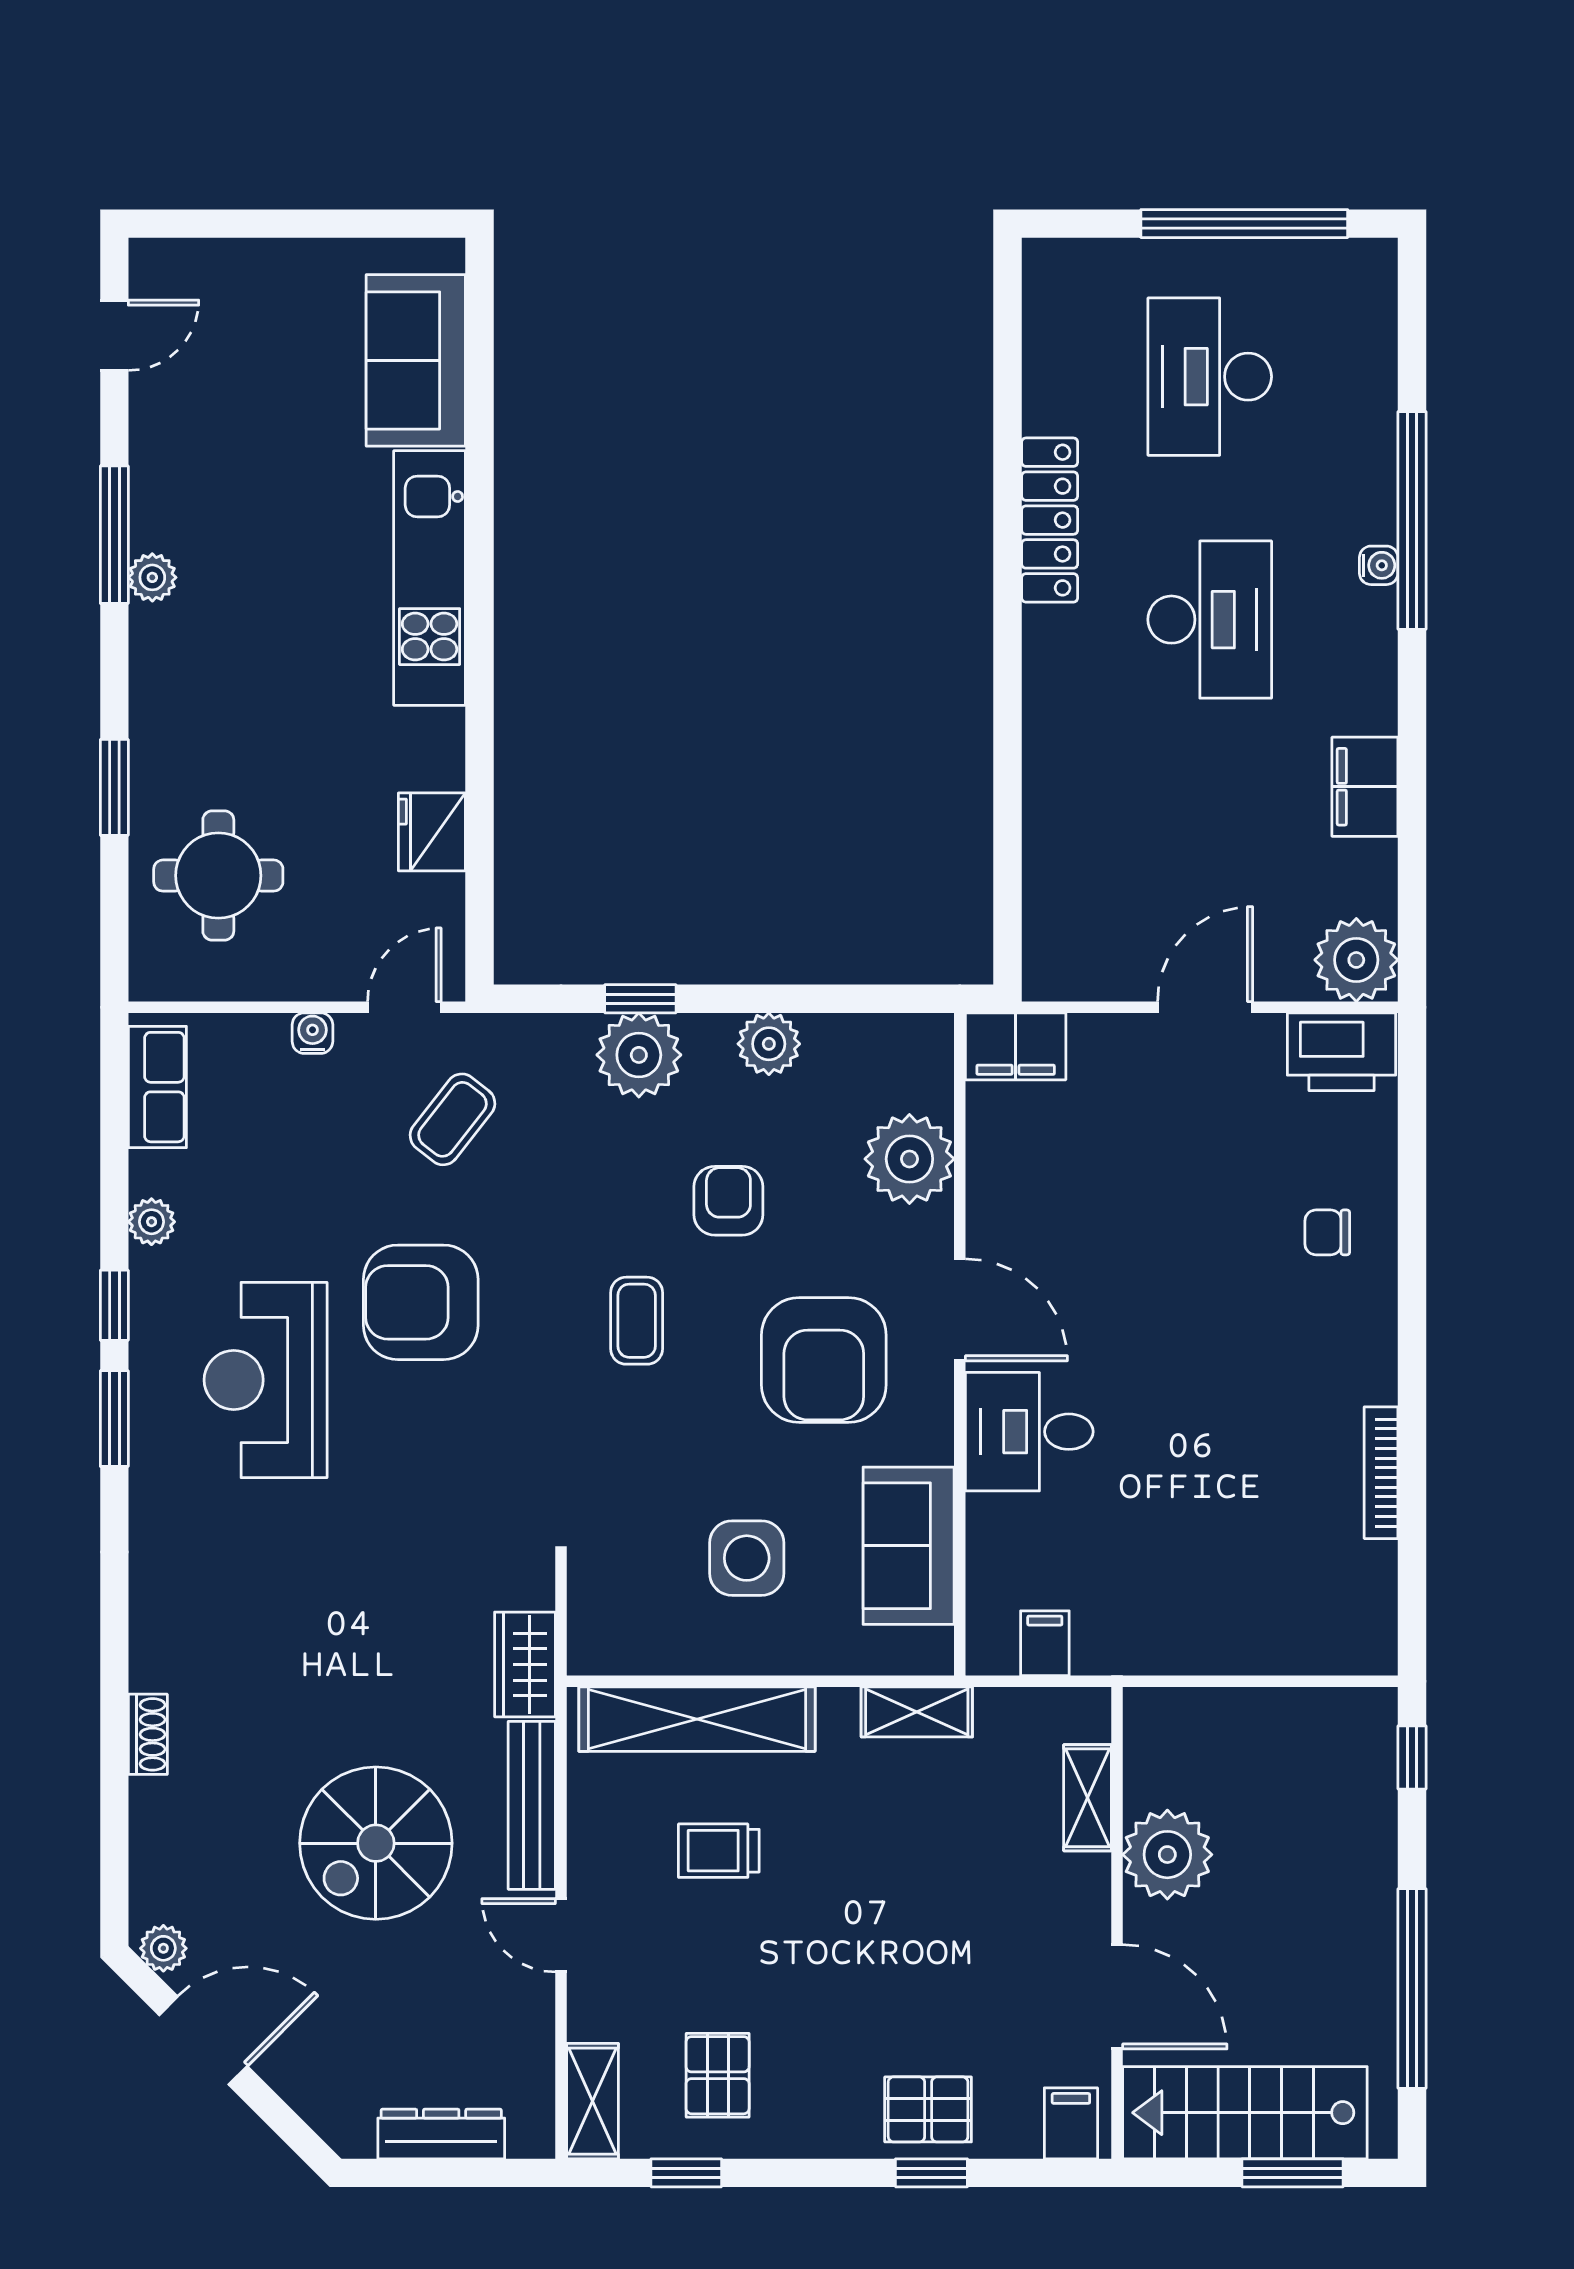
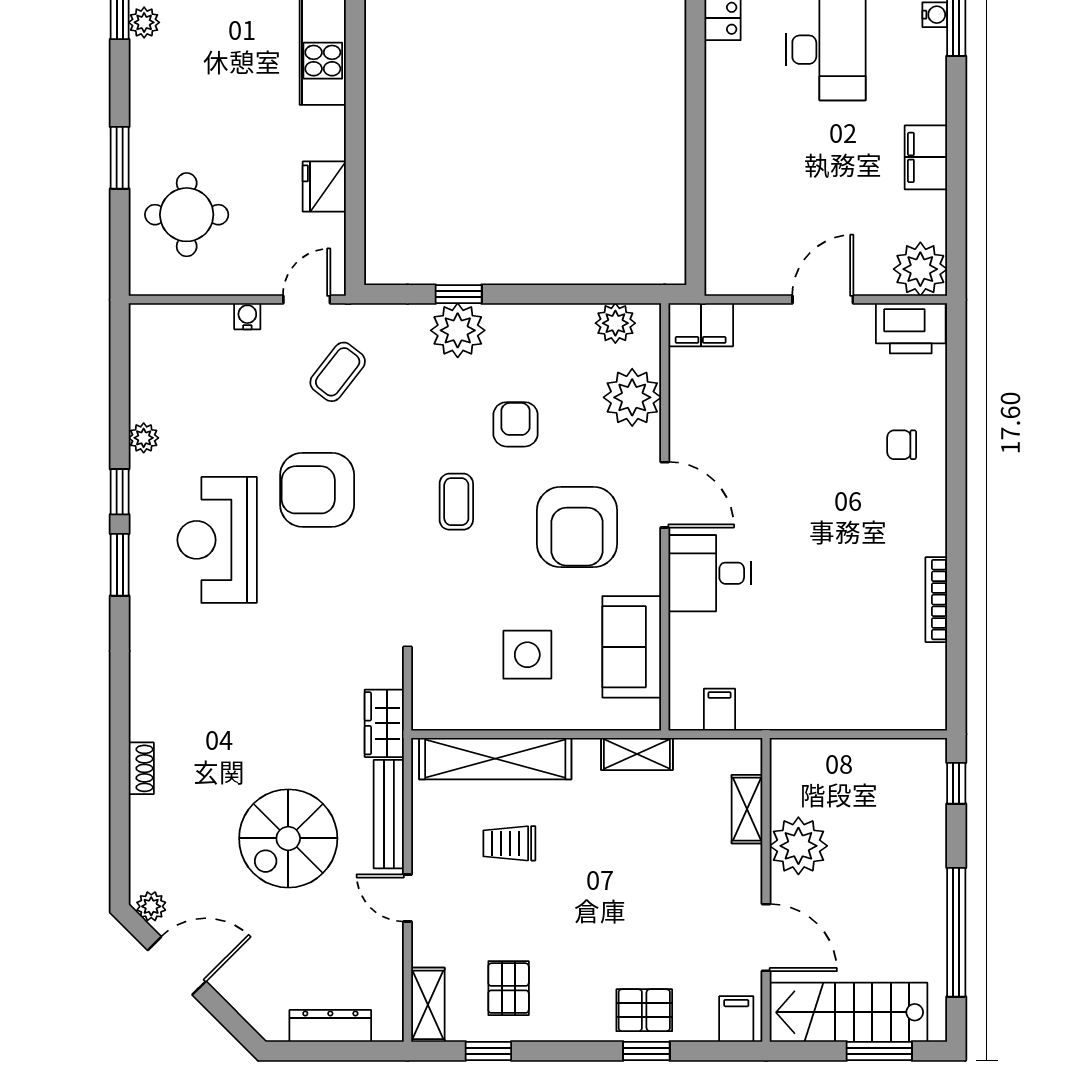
plant: (769, 1044) -> (615, 323), moved
row of seats: (157, 1087) -> (147, 351), removed

